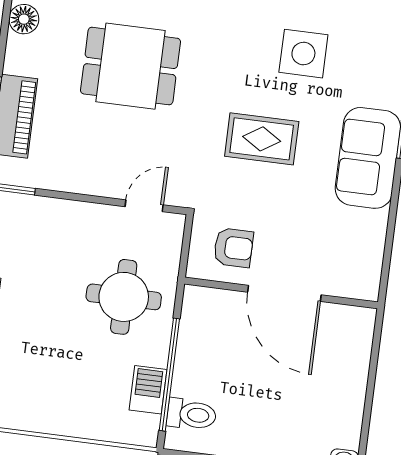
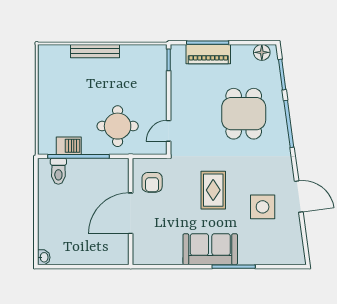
door: (144, 206) -> (169, 131), swing flipped

